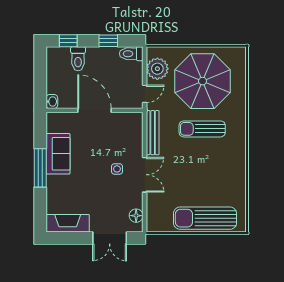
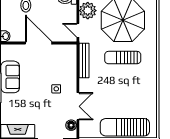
door: (145, 94) -> (78, 30), swing flipped
double door: (145, 175) -> (78, 106), moved

